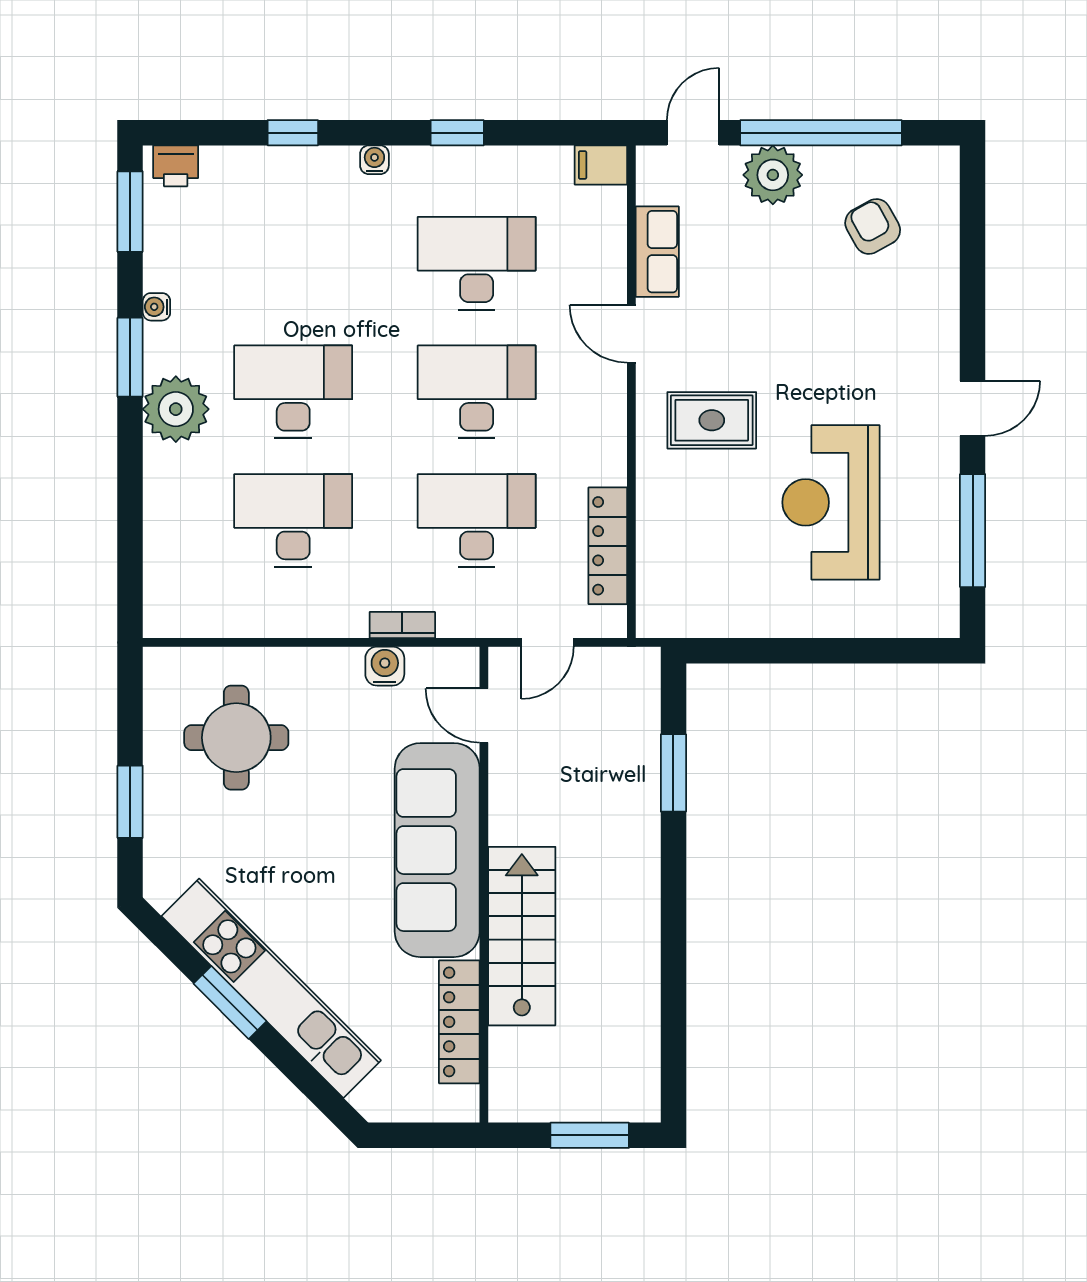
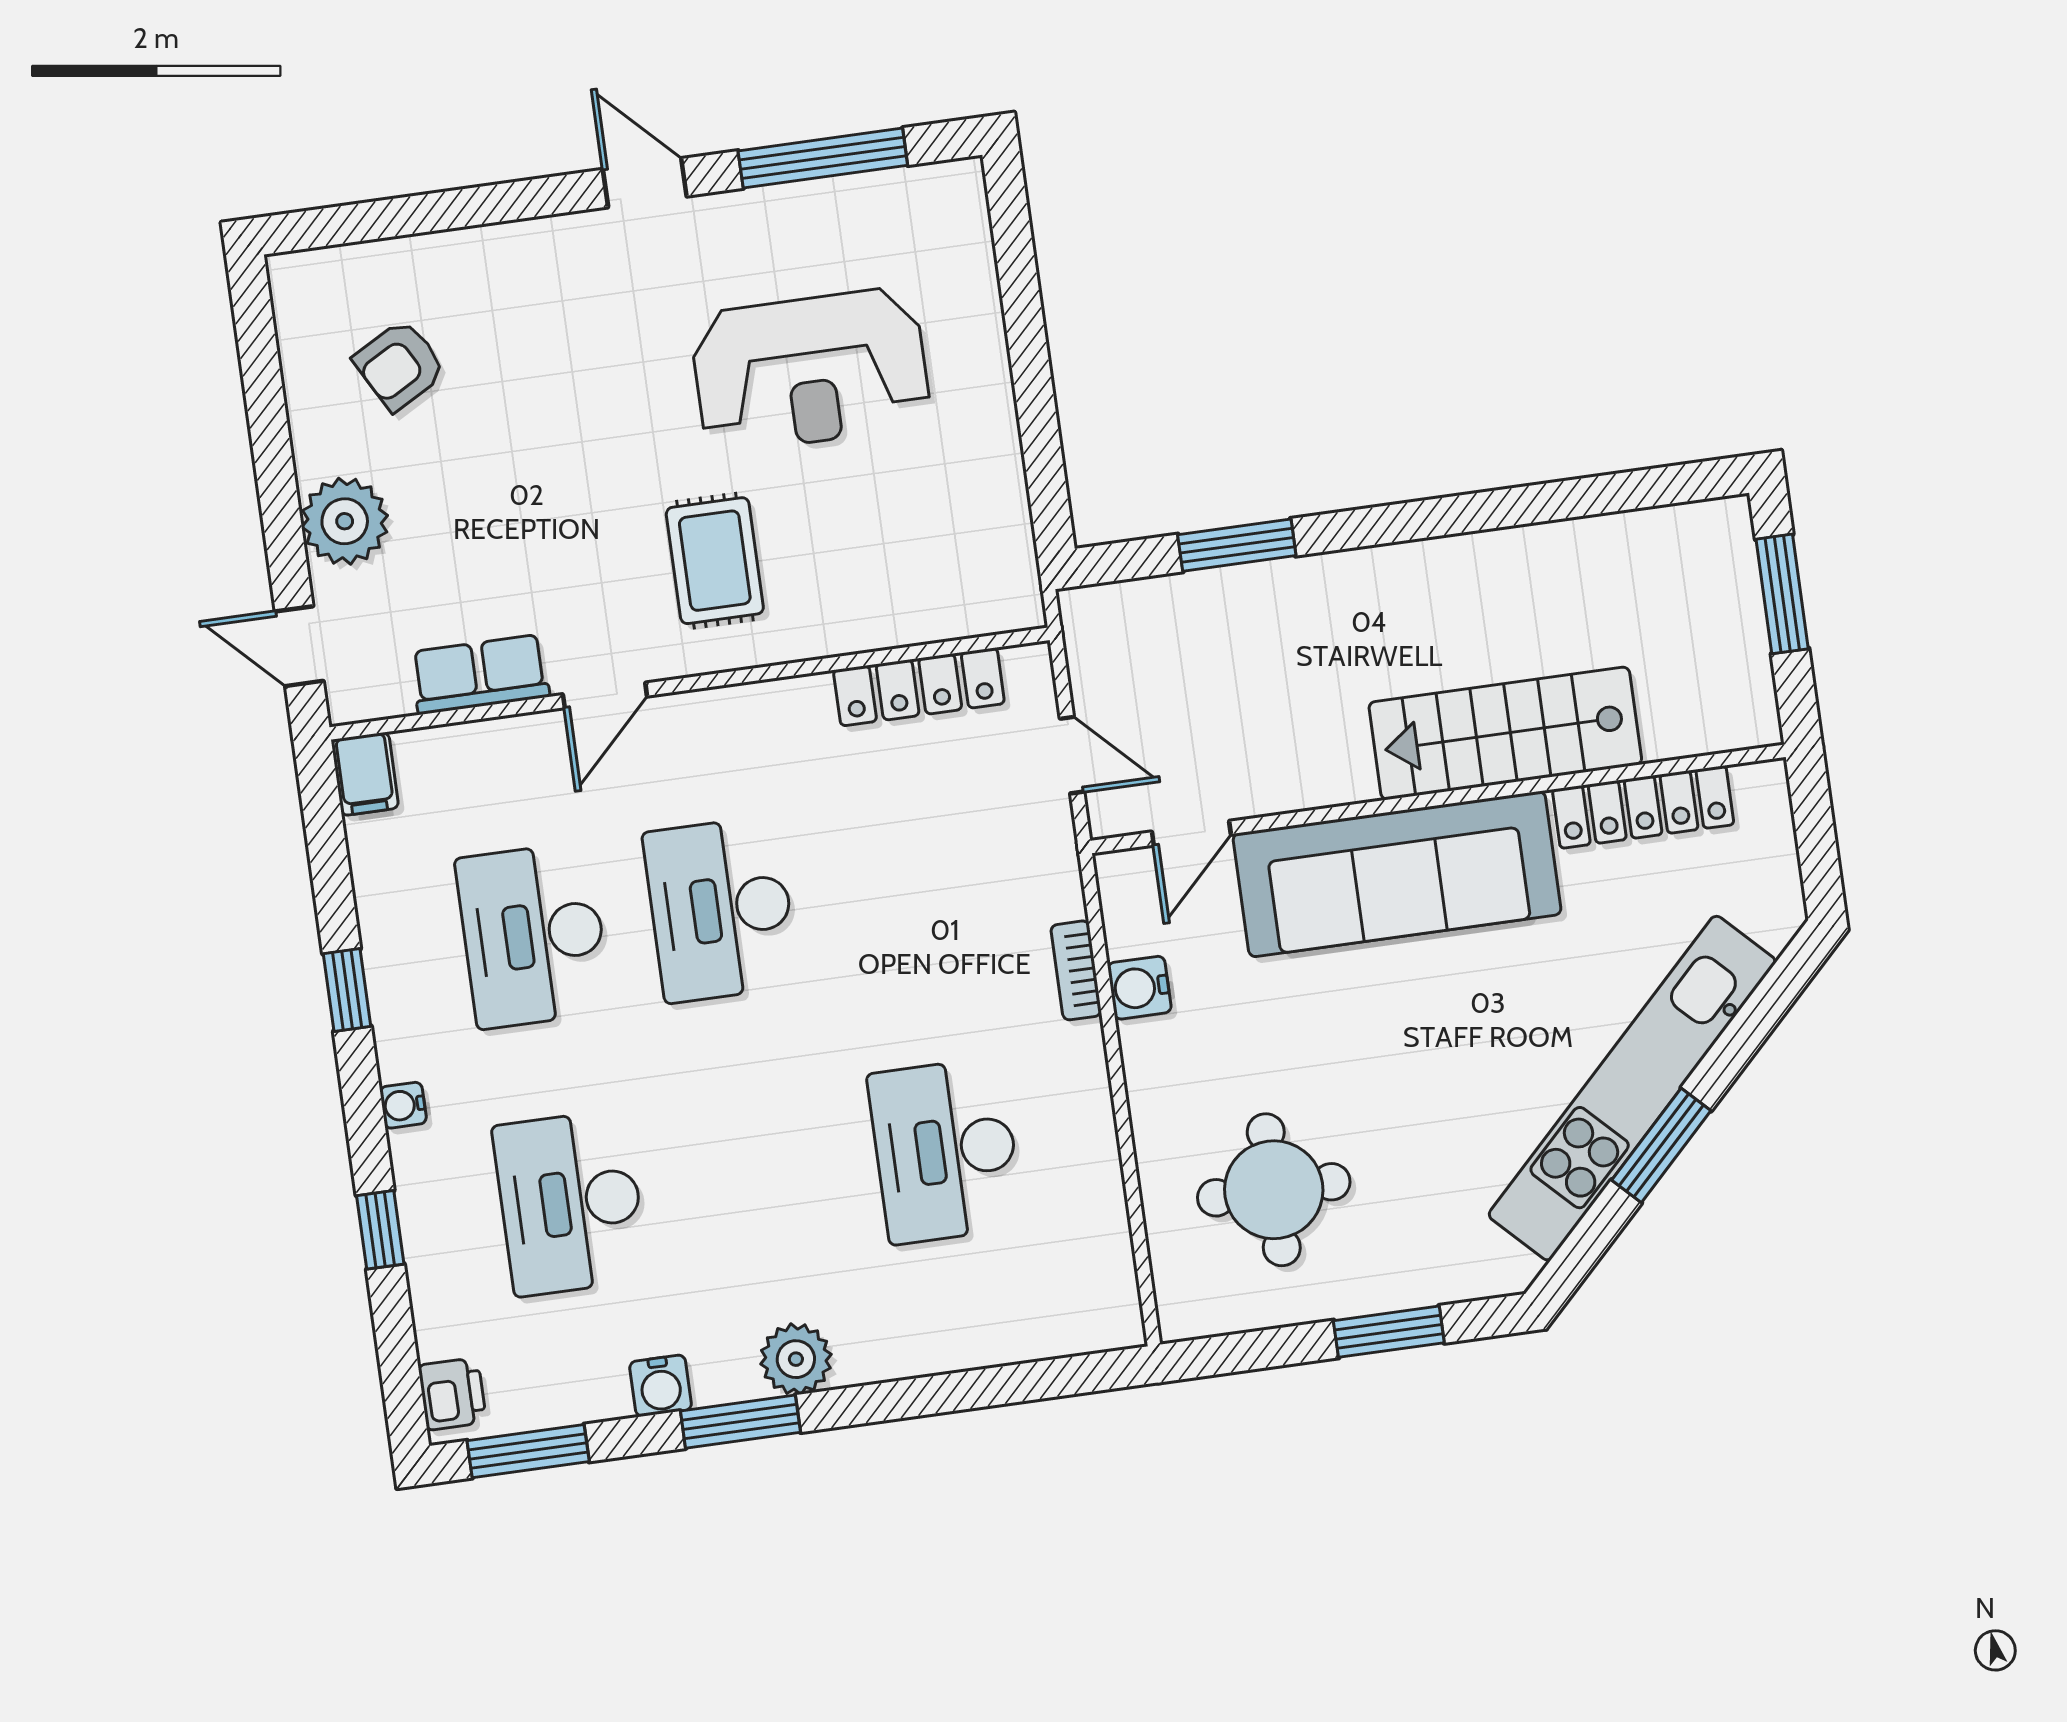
window: (821, 133) -> (273, 459), removed
water cooler: (156, 307) -> (661, 1386), width x1.38, depth x1.38
desk: (293, 392) -> (570, 1203), moved
plant: (176, 409) -> (796, 1359), width x0.73, depth x0.73
desk: (477, 520) -> (908, 883), removed

